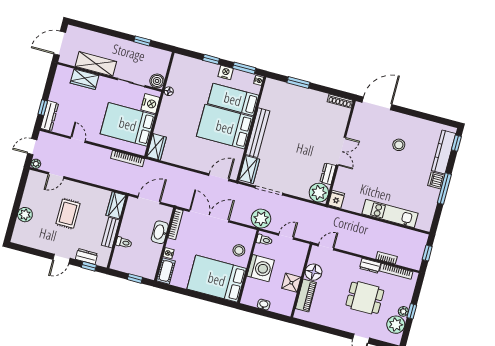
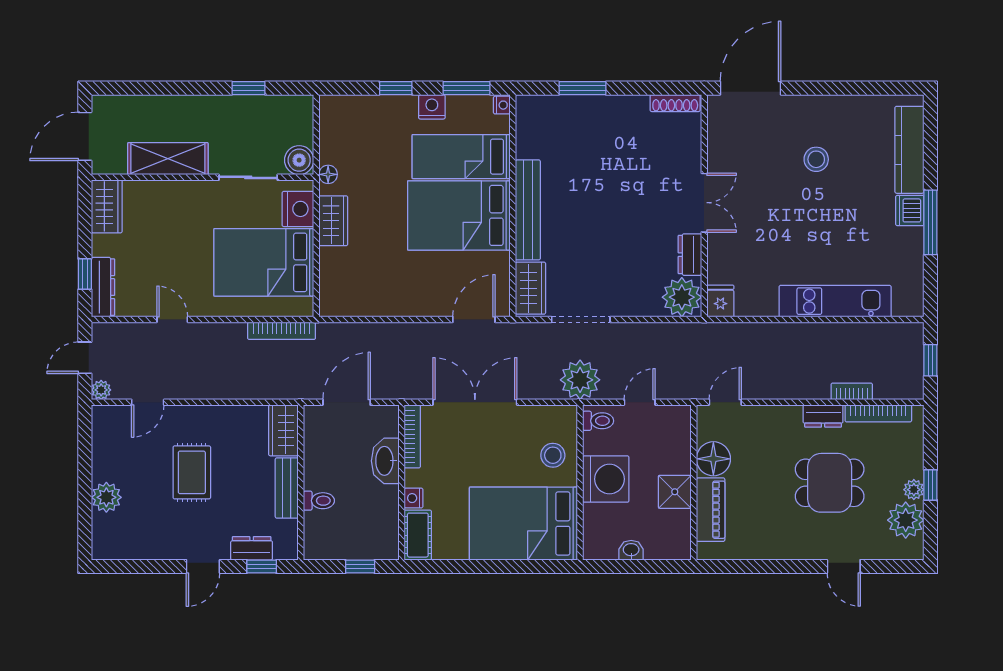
wardrobe: (85, 79) -> (107, 206), moved, turned -90
window: (456, 143) -> (930, 125), removed
wardrobe: (157, 147) -> (333, 221), moved

